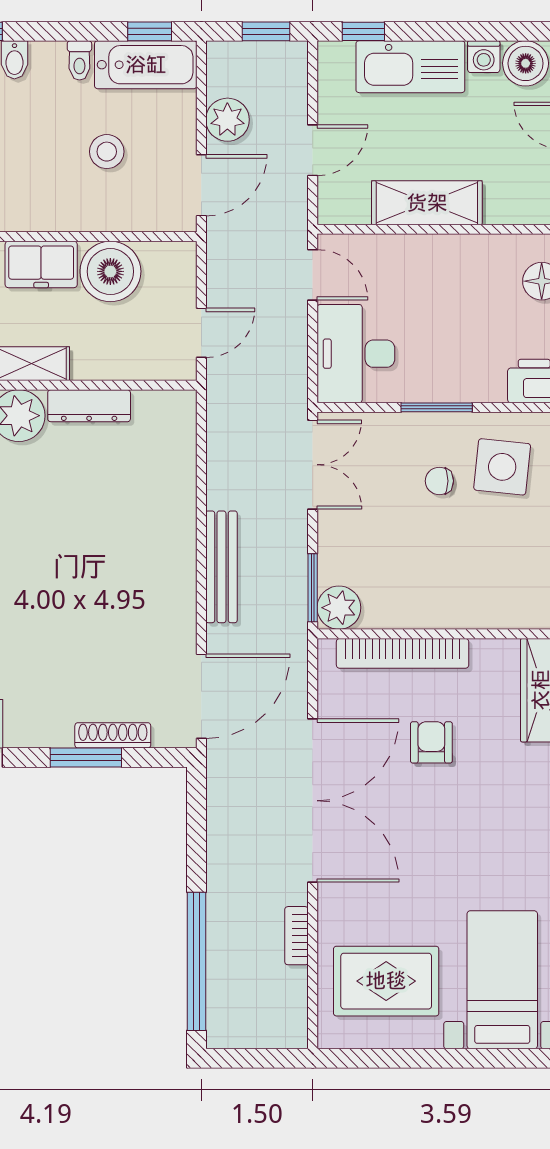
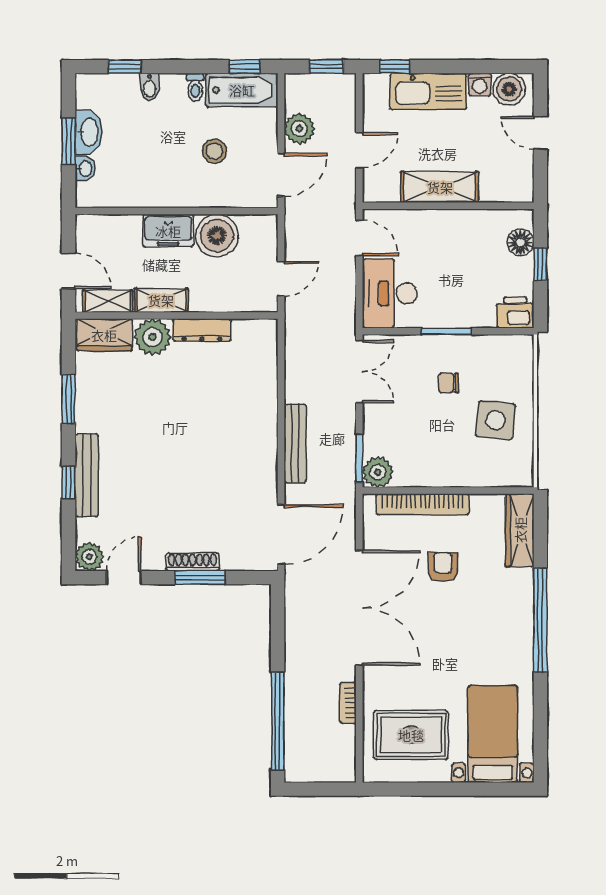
side table: (502, 467) -> (495, 420), moved
shoe rack: (113, 735) -> (192, 562), moved

